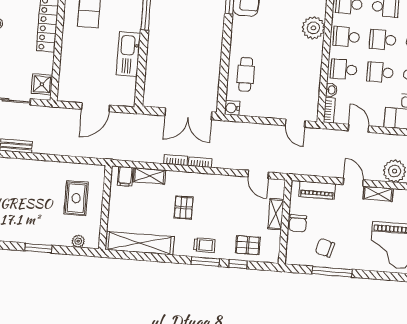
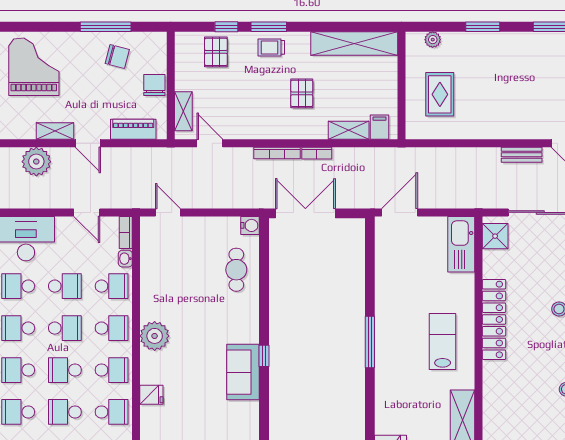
kitchen sink: (128, 54) -> (461, 244), moved, turned 180
door: (96, 107) -> (400, 212), moved
bookcase: (200, 162) -> (277, 153), width x1.56
shelving: (276, 214) -> (183, 111), moved
pallet: (248, 245) -> (216, 52), turned 90

